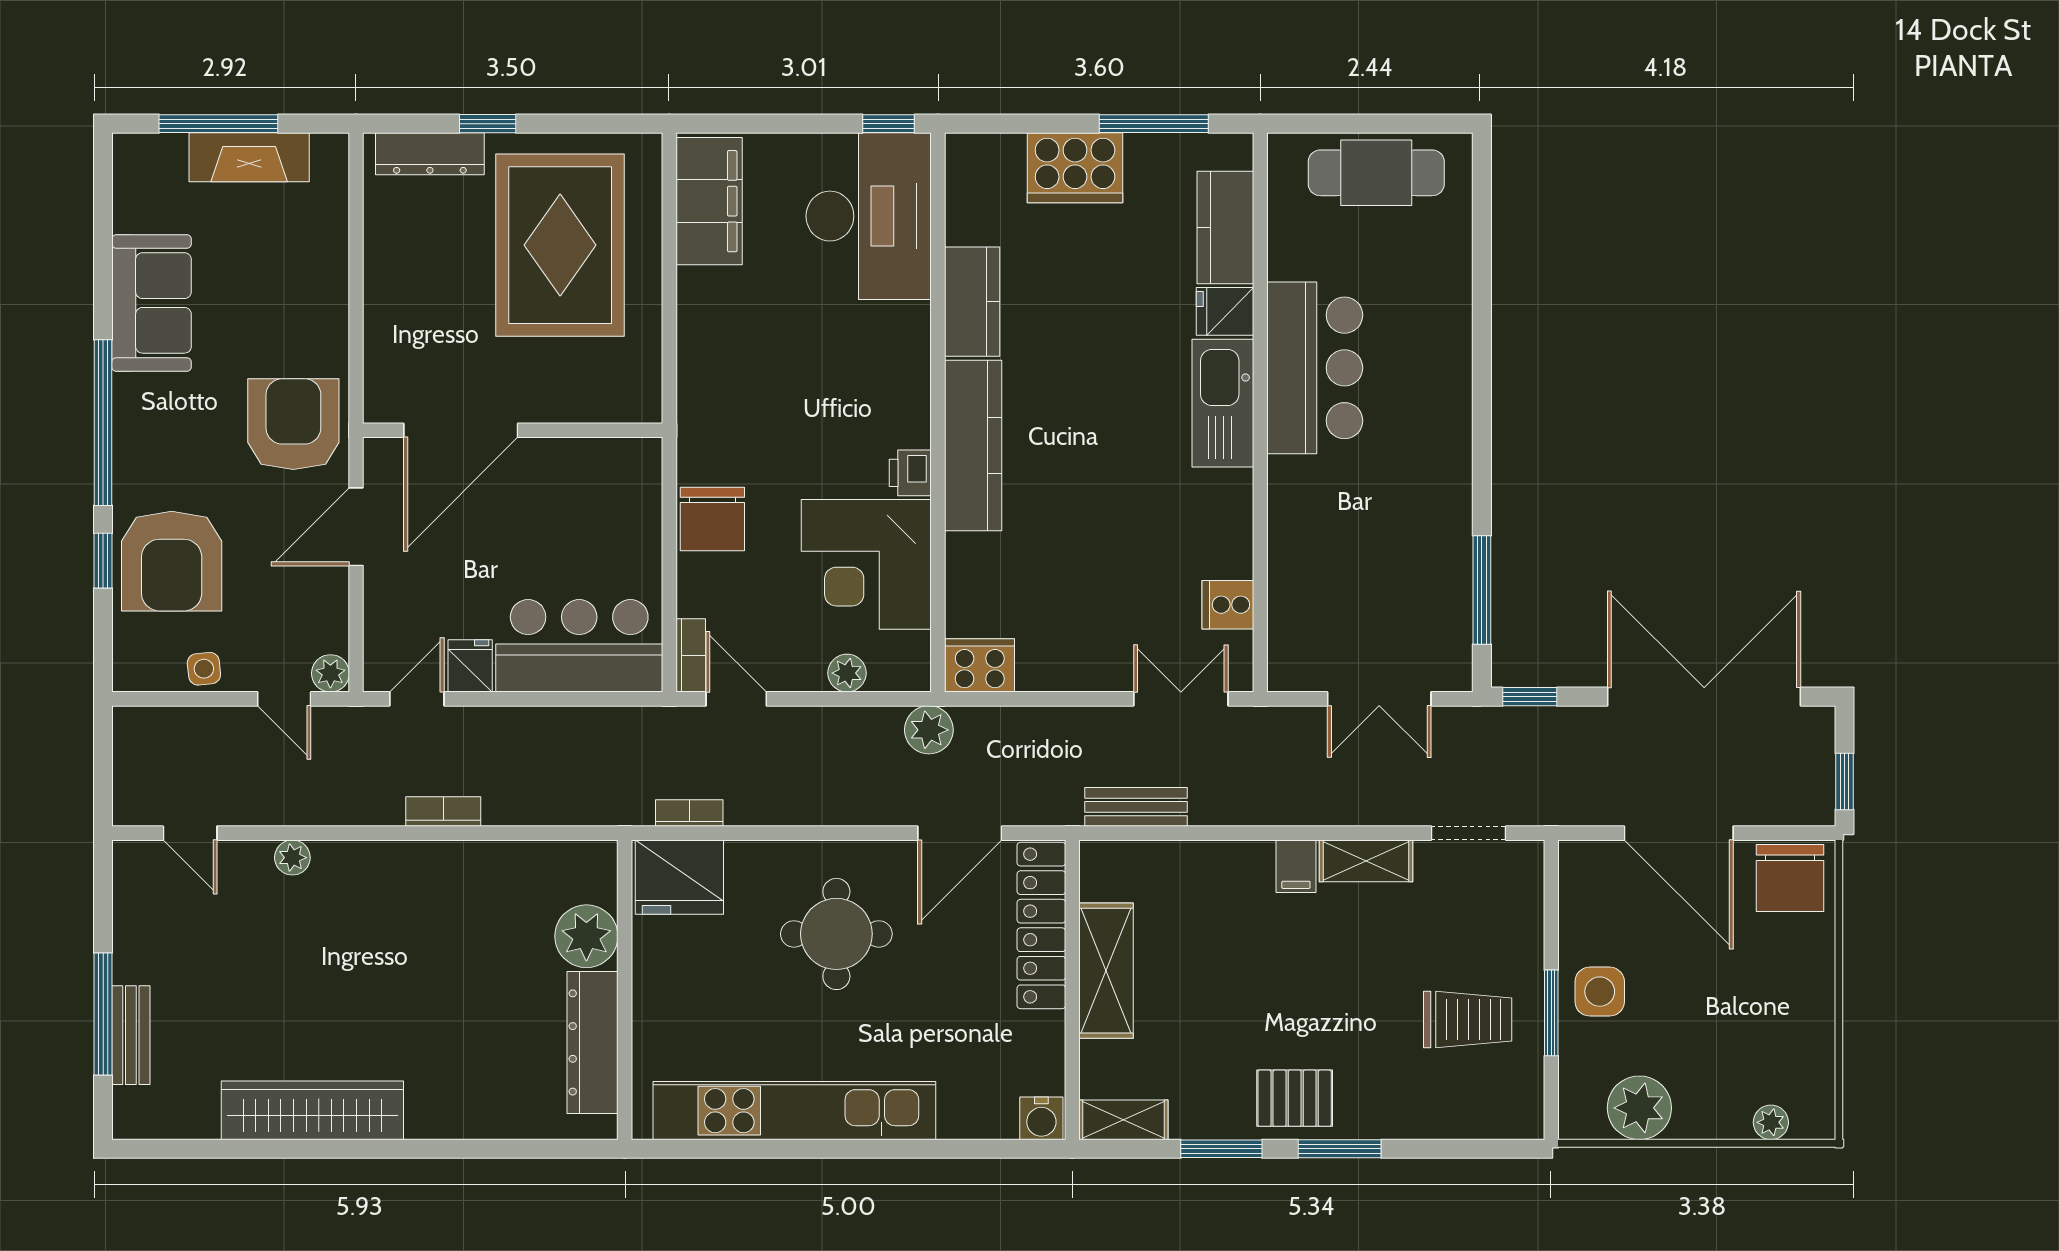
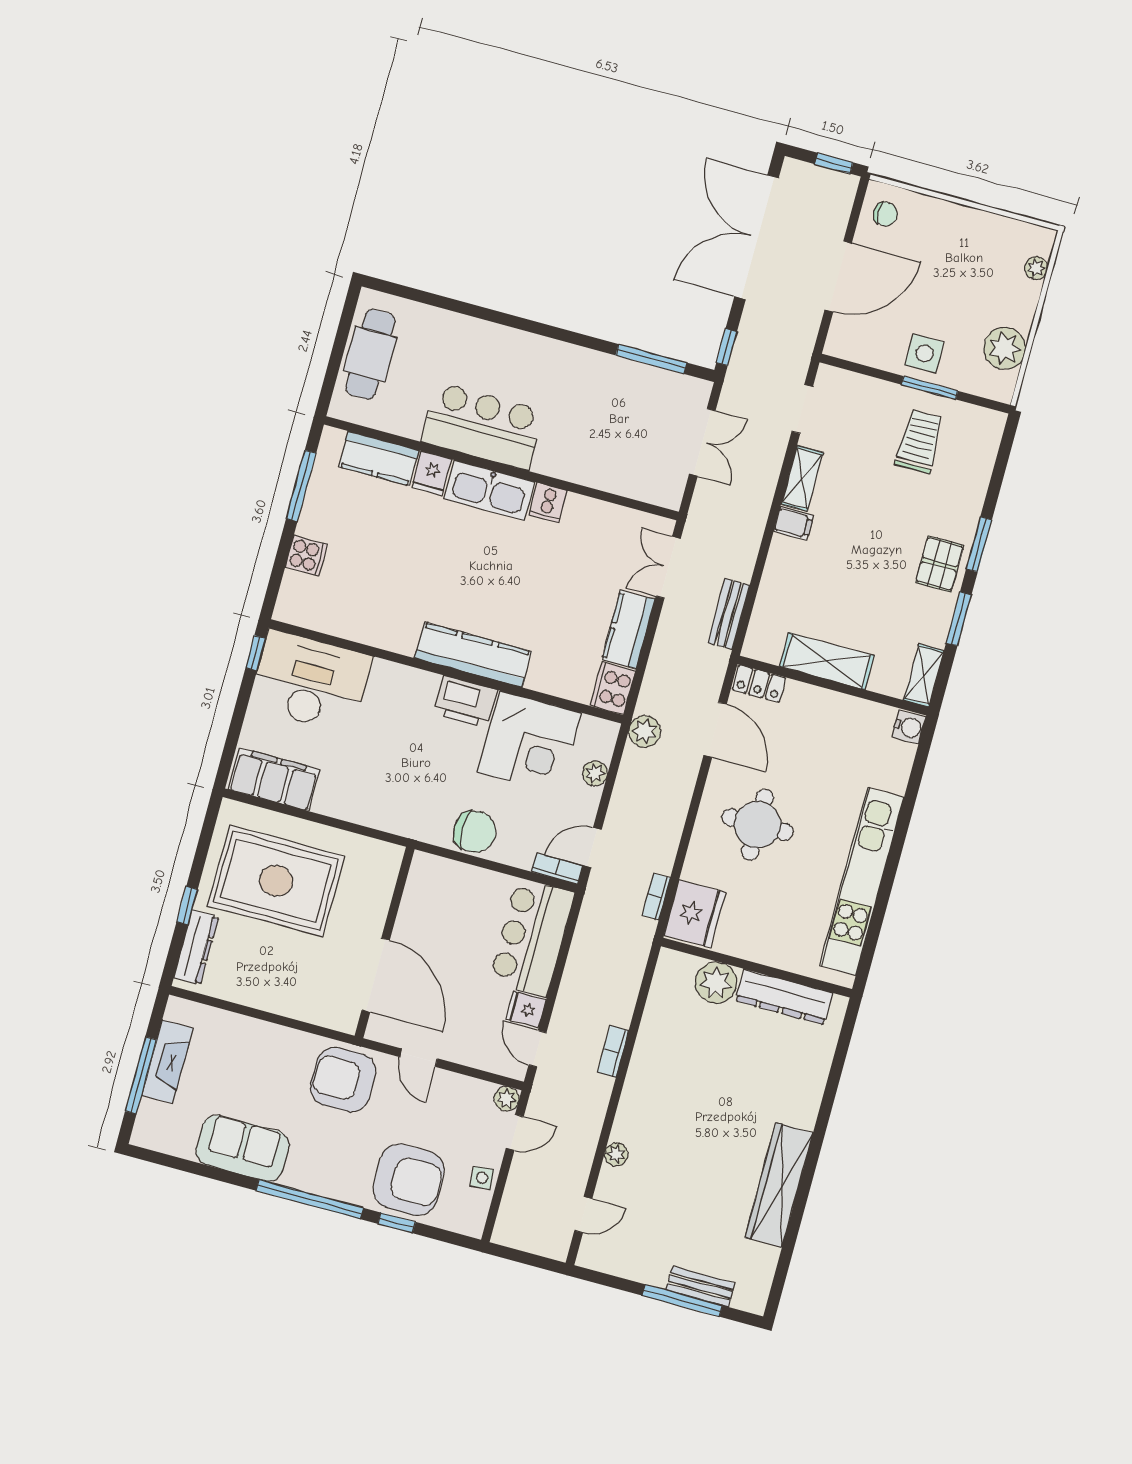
cooker: (1075, 168) -> (306, 556), width x0.53, depth x0.76
kitchen counter: (972, 302) -> (628, 630), moved, turned -90
printer: (910, 473) -> (465, 702), width x1.87, depth x1.48
door: (356, 527) -> (419, 1058), width x0.73
cooker: (1228, 605) -> (548, 503), moved
chair: (1790, 878) -> (885, 214), width x0.54, depth x0.54
locker: (1041, 925) -> (759, 684), width x0.46, depth x0.83

